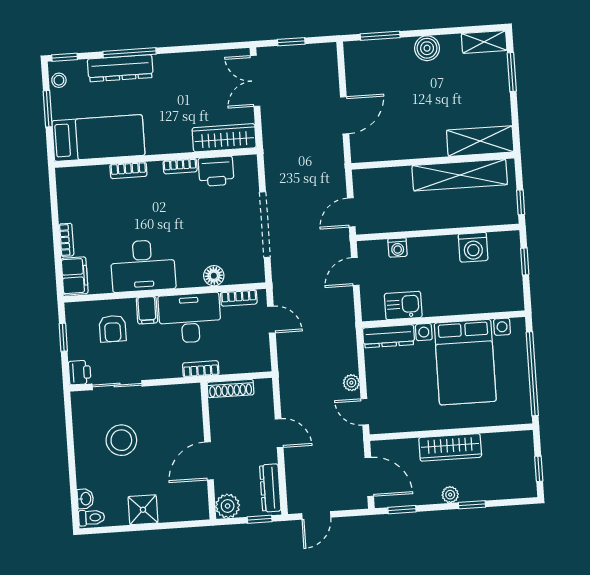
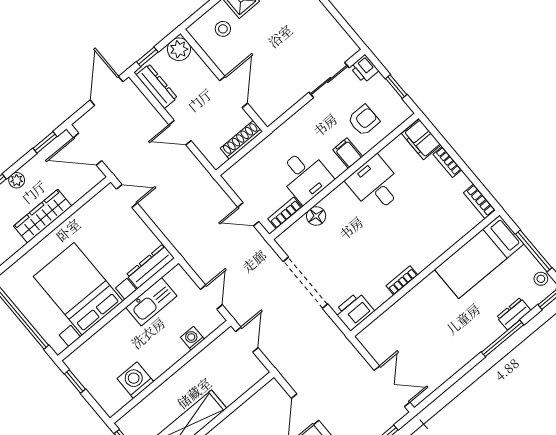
dresser: (120, 68) -> (514, 314), width x0.51, depth x0.80
window: (48, 109) -> (534, 251), width x1.44
wardrobe: (224, 138) -> (384, 326), removed
bookcase: (128, 170) -> (479, 201), moved, turned -90
printer: (216, 171) -> (354, 311), moved
window: (525, 261) -> (75, 382), moved
desk: (143, 266) -> (375, 185), width x0.73
kitchen sink: (403, 305) -> (151, 302), width x1.38
desk: (190, 318) -> (305, 176), width x0.73
armchair: (113, 329) -> (364, 120), turned 90
bookcase: (201, 369) -> (275, 138), removed
plant: (351, 383) -> (153, 211), removed
stool: (121, 440) -> (223, 29), moved, width x0.53, depth x0.53
door: (209, 461) -> (234, 92), moved
door: (316, 515) -> (107, 91), width x1.38

